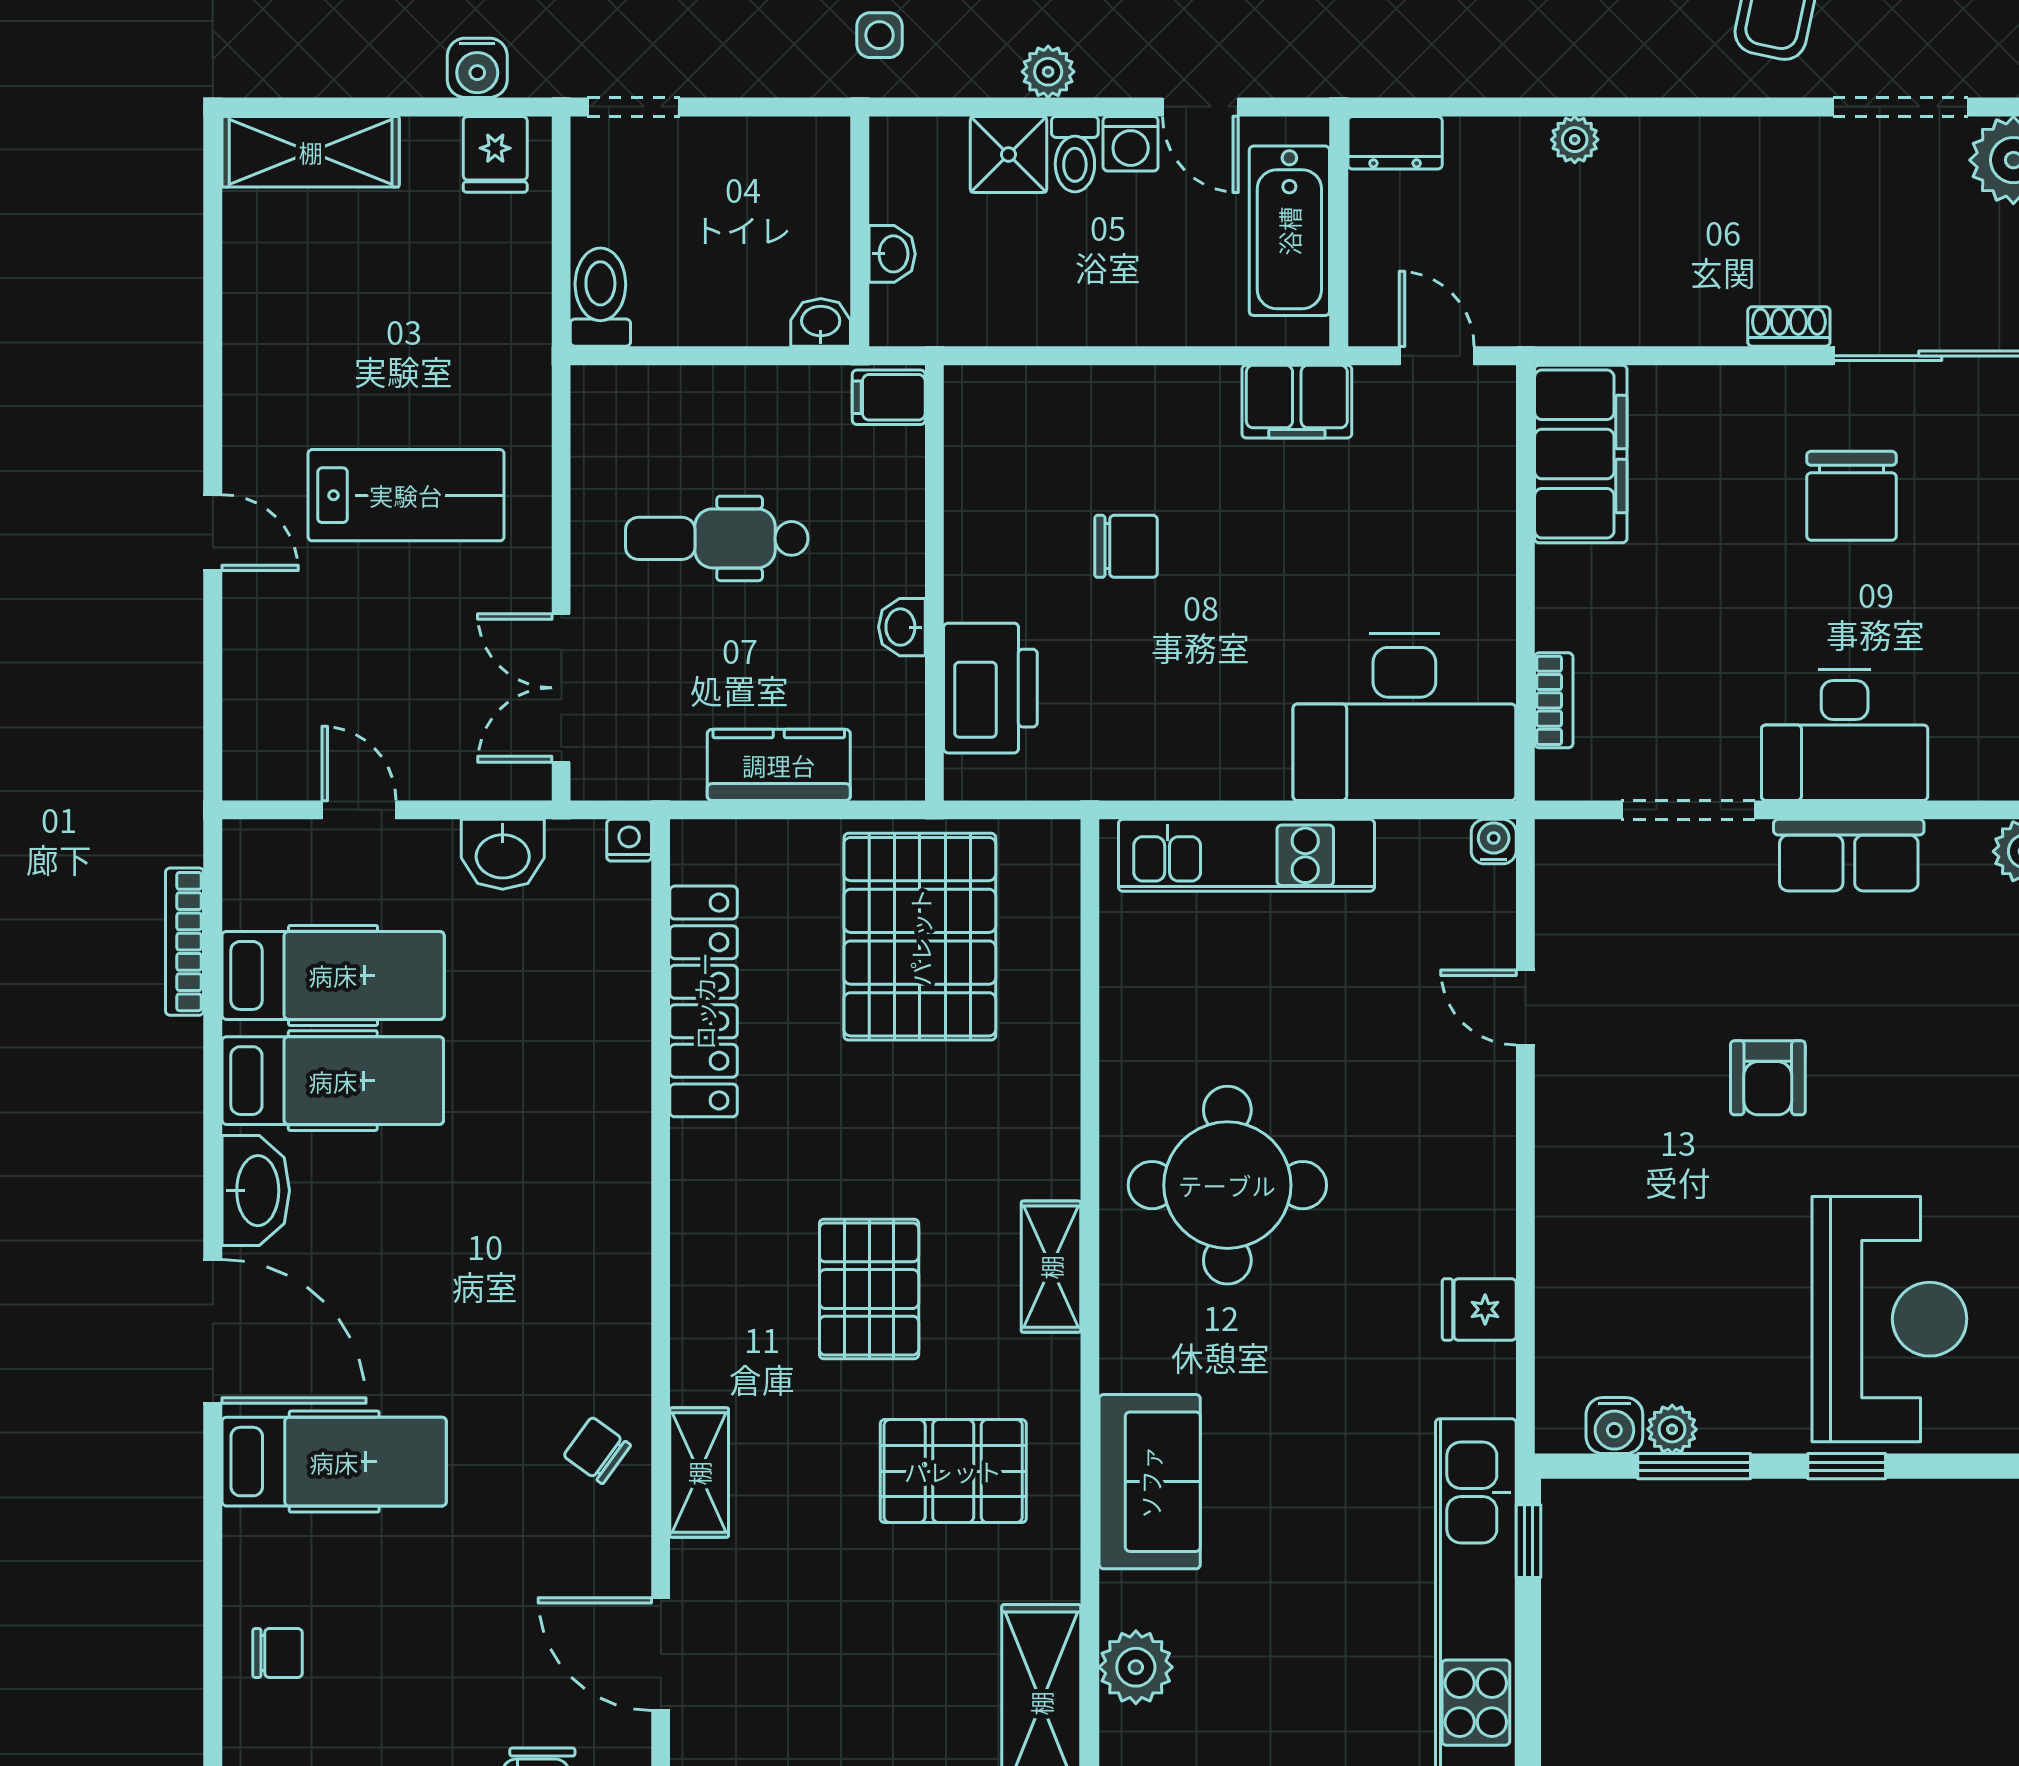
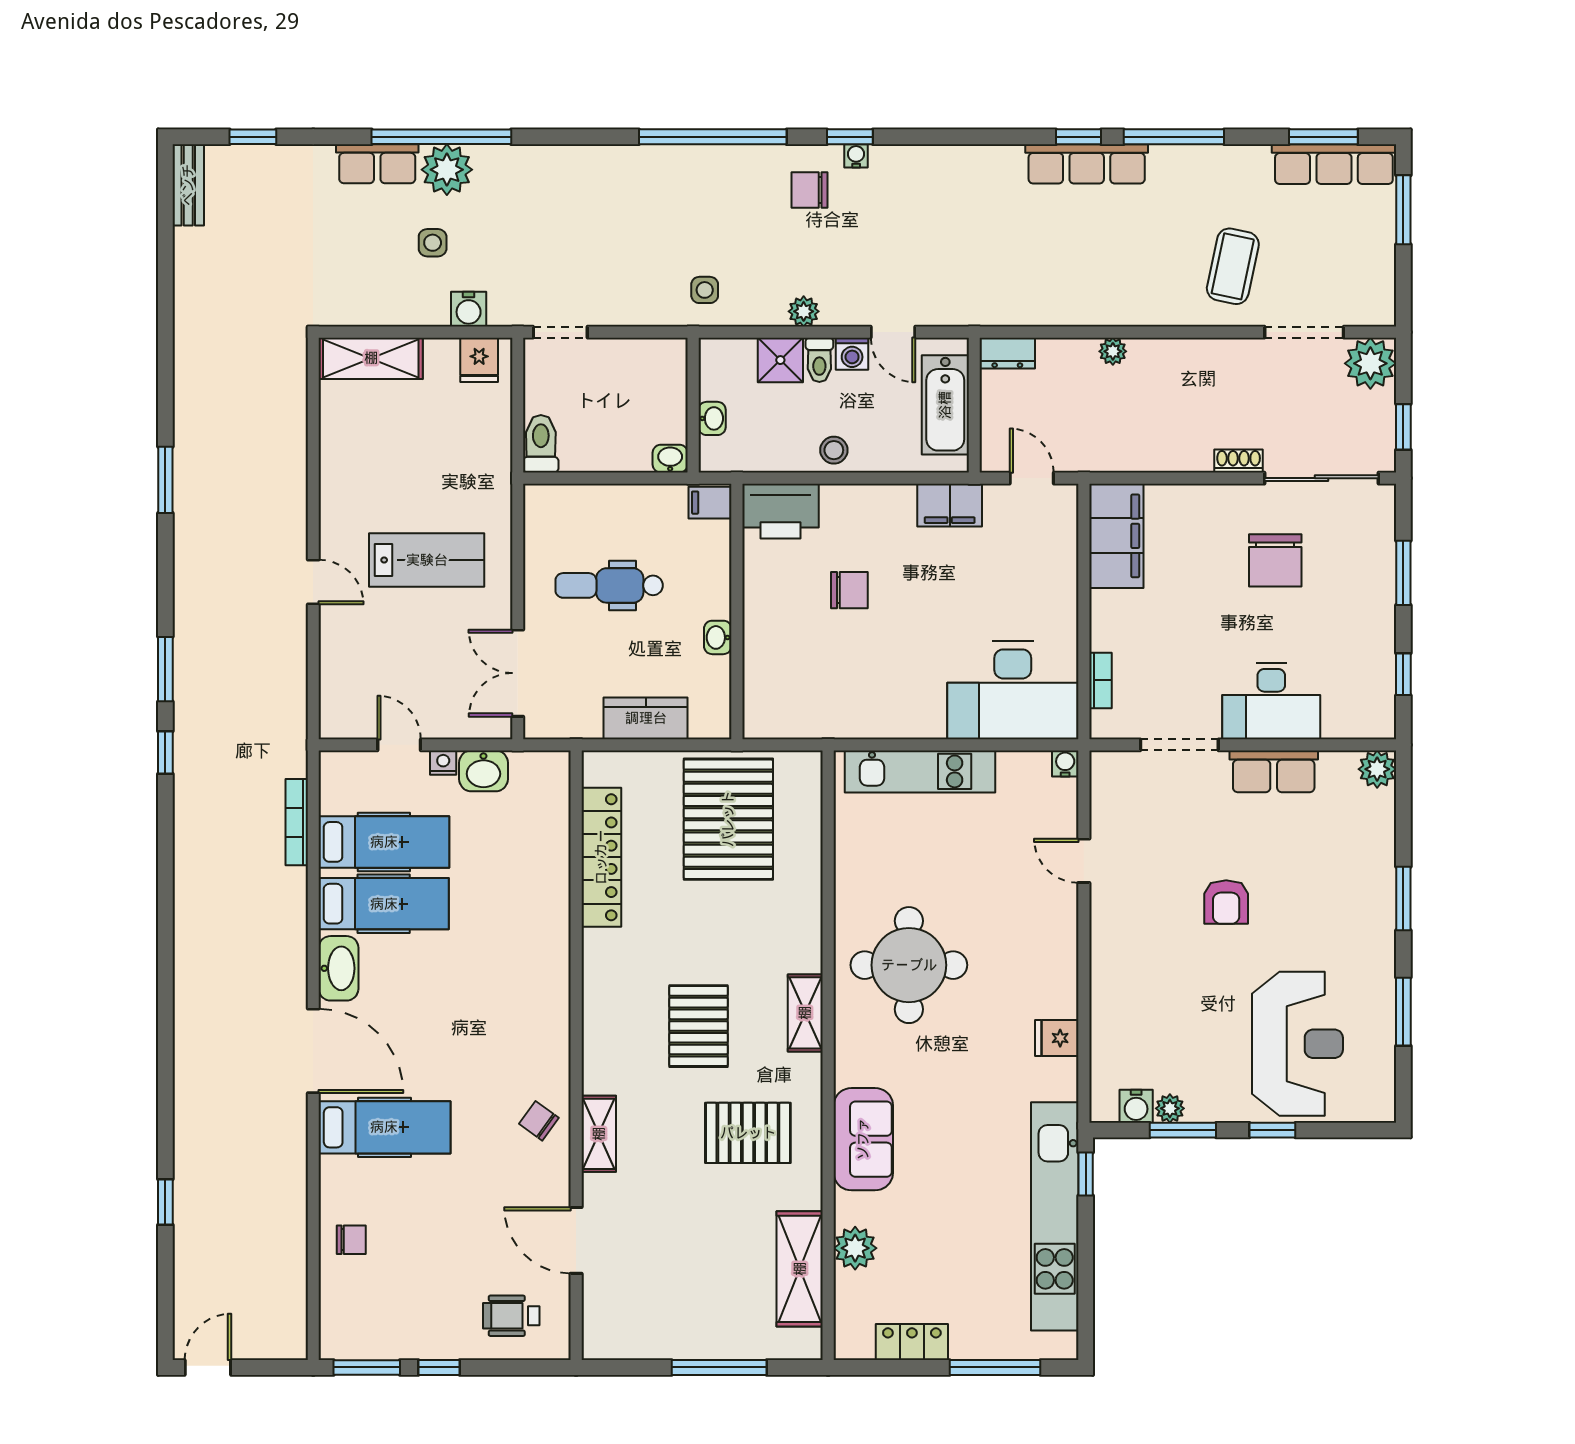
stool: (1100, 308) -> (834, 450), added
printer: (990, 688) -> (781, 511), moved, turned 90
nightstand: (629, 840) -> (443, 763), moved

